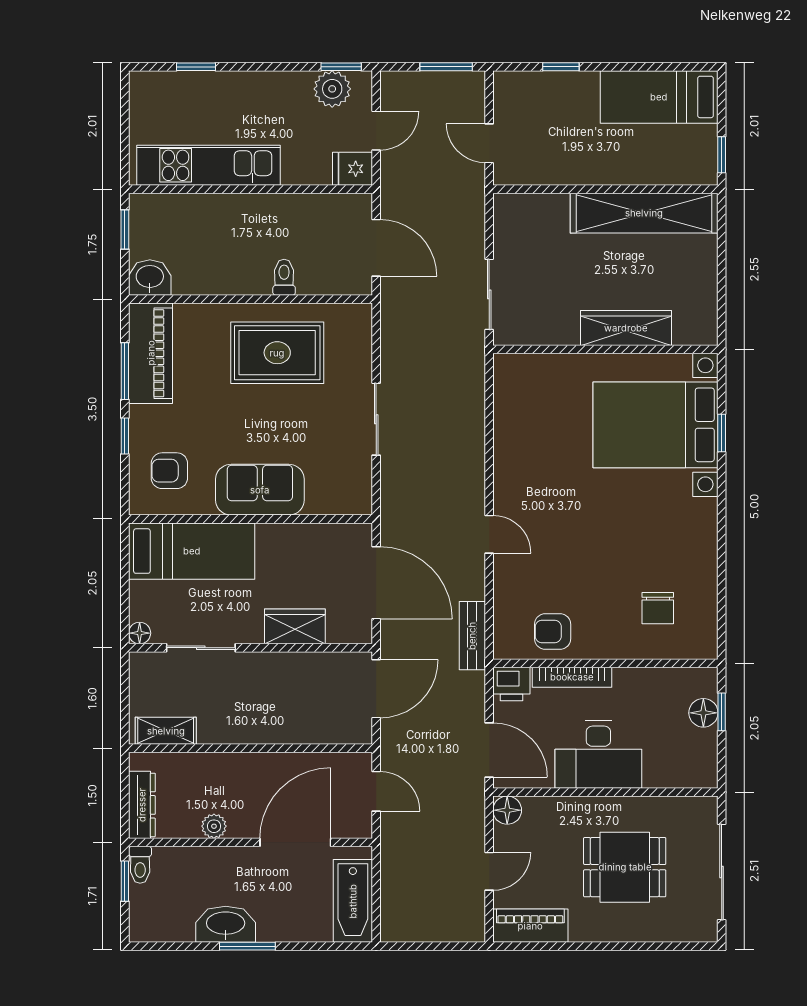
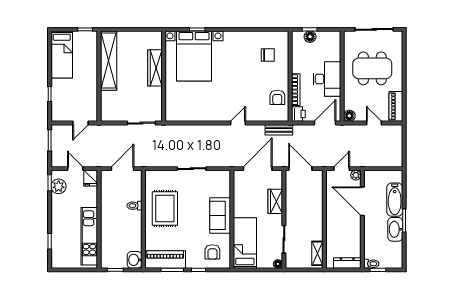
plant: (214, 826) -> (356, 175), moved
dining table: (625, 867) -> (372, 68), width x1.38
bathtub: (353, 901) -> (395, 200), moved, turned 90

